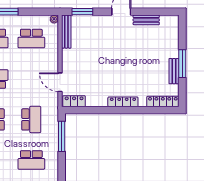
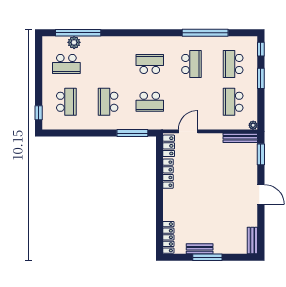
bench: (146, 20) -> (252, 240), moved
locker: (123, 102) -> (168, 174), moved

